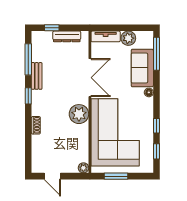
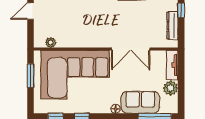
plant: (79, 114) -> (94, 38), removed
plant: (83, 168) -> (51, 42), moved

